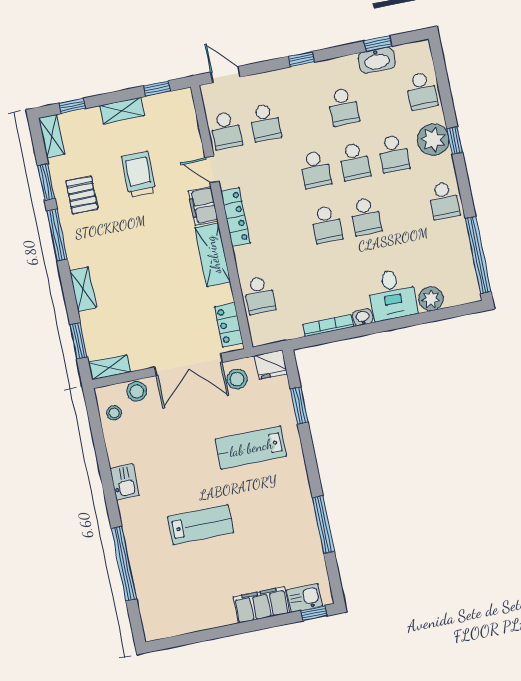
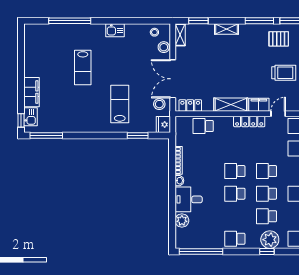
window: (323, 524) -> (46, 136), moved

